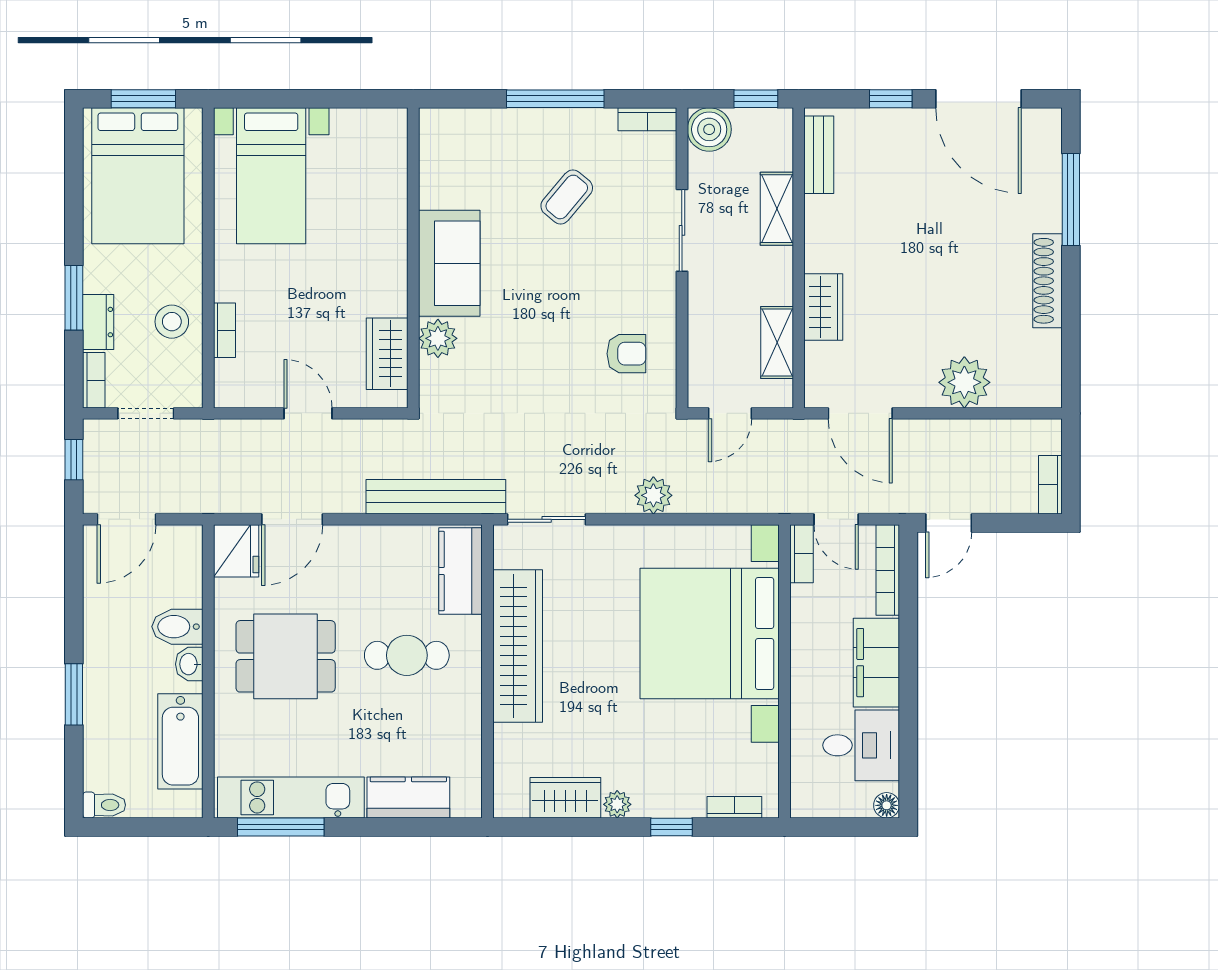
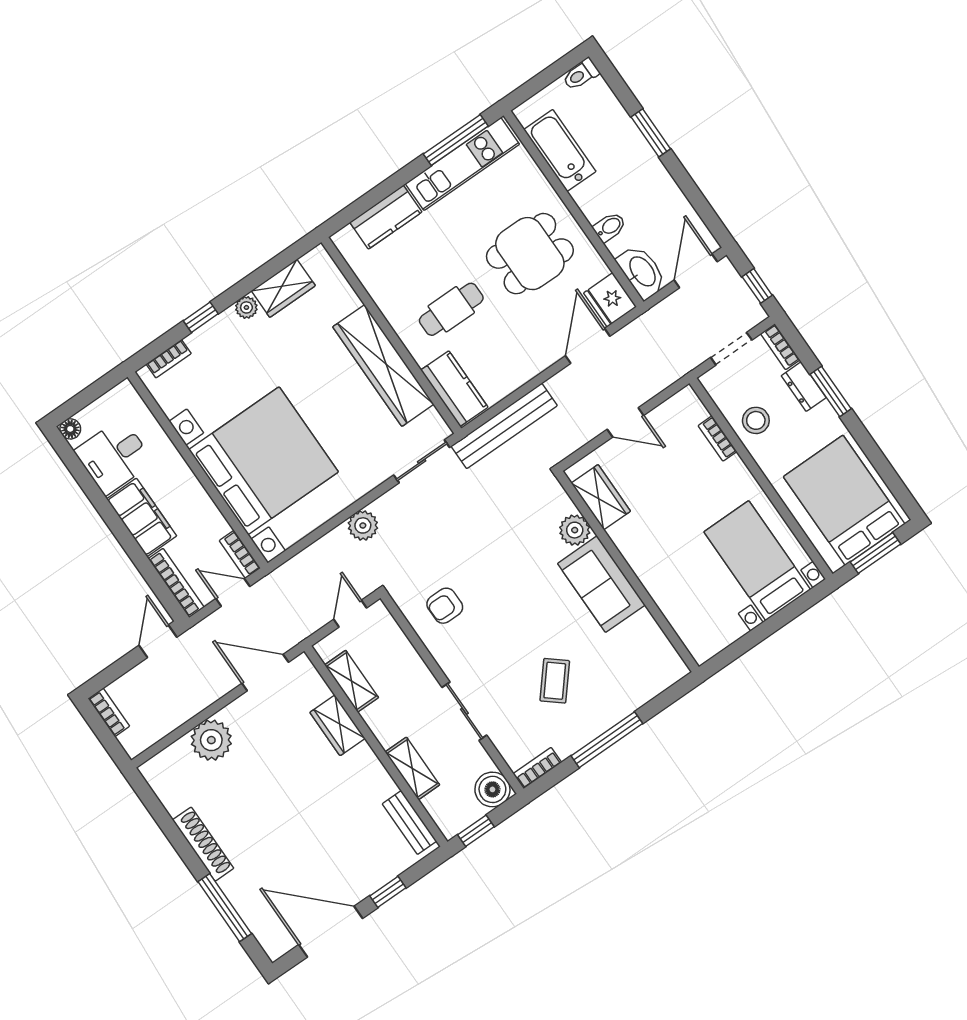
bidet: (177, 627) -> (610, 227), width x0.72, depth x0.74
washbasin: (189, 664) -> (642, 272), moved, width x1.91, depth x1.45

